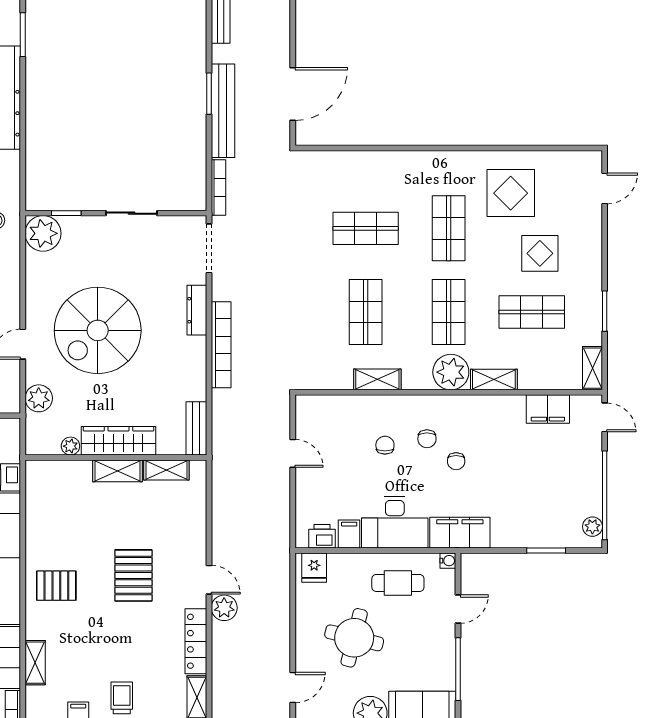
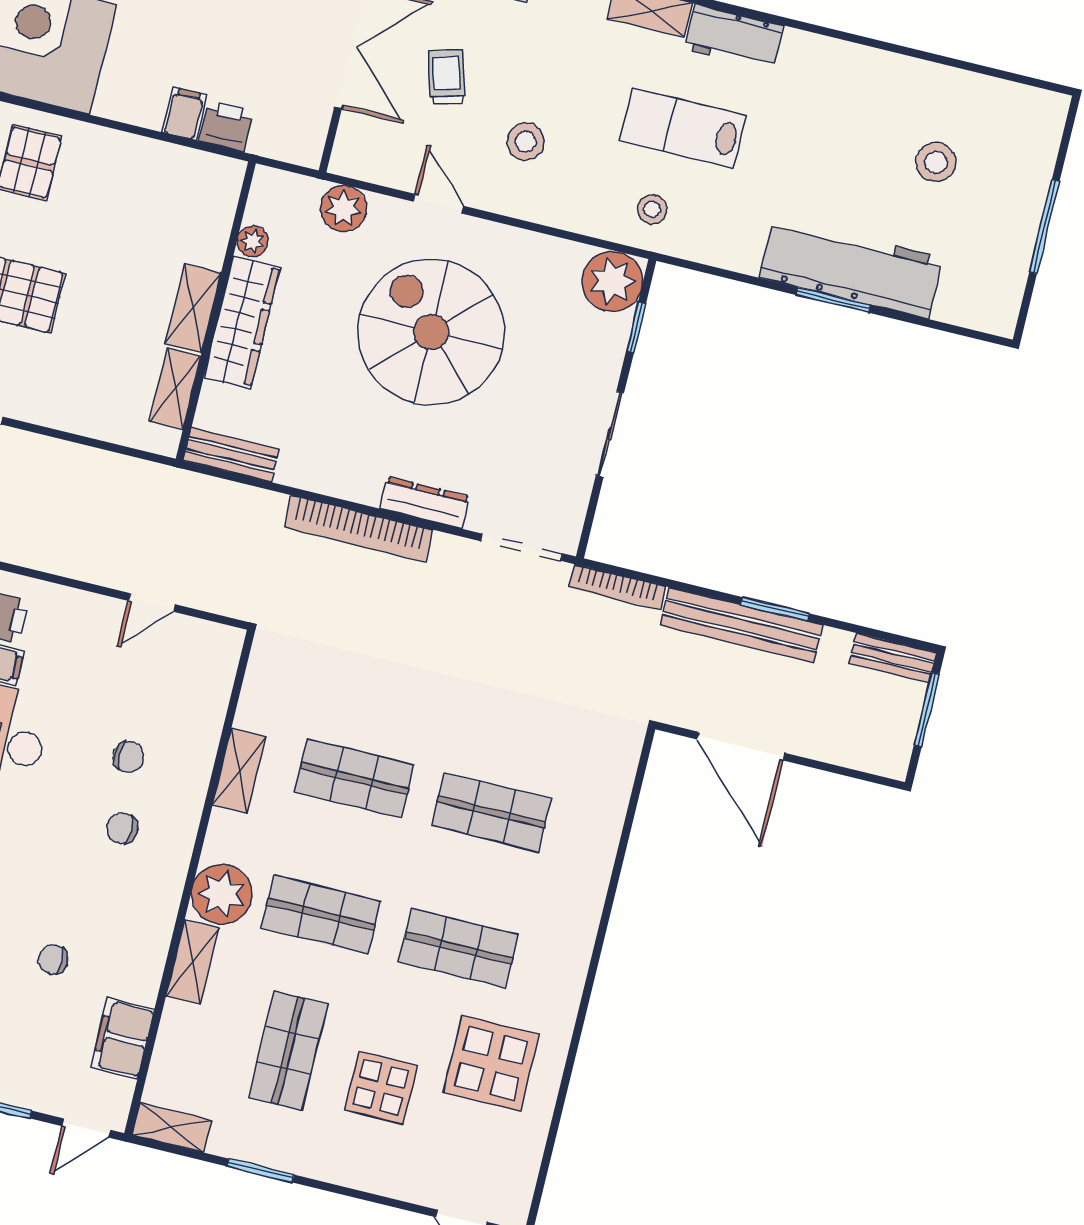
window: (23, 35) -> (833, 300), moved
shop shelf: (366, 228) -> (491, 812), turned 90
chair: (456, 461) -> (53, 960), moved

